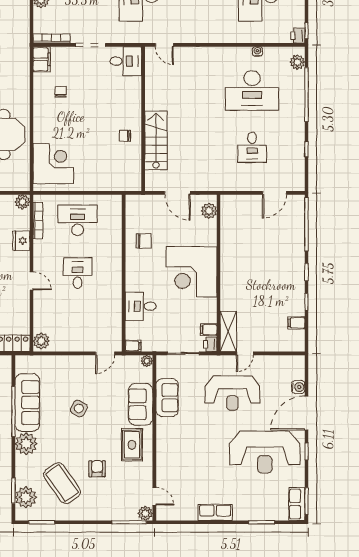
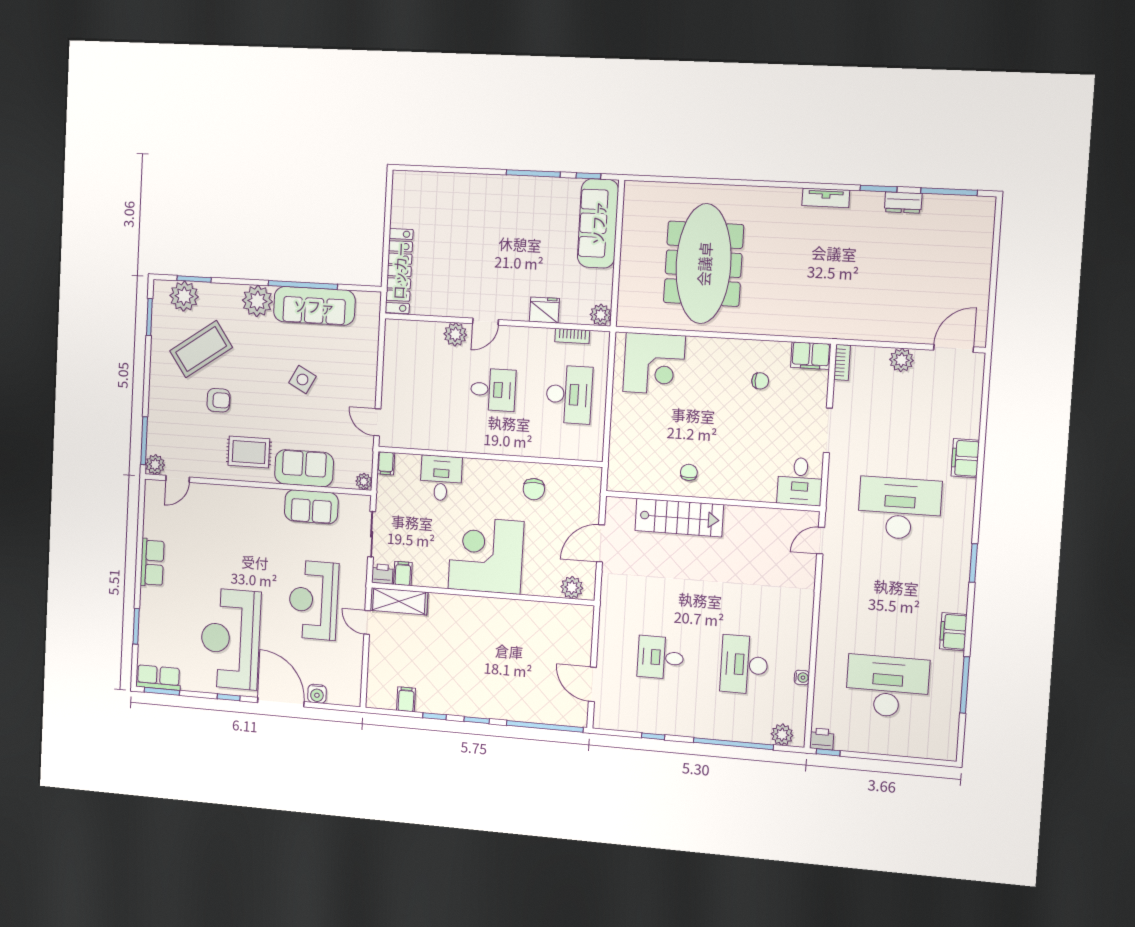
bookcase: (52, 39) -> (842, 362), width x0.64
desk: (252, 90) -> (744, 665), width x0.73, depth x0.77
bookcase: (38, 220) -> (572, 336), width x0.64
plant: (41, 341) -> (455, 334), moved

